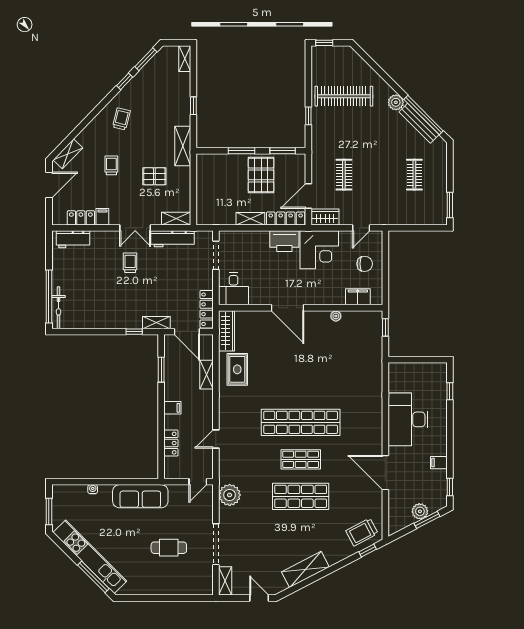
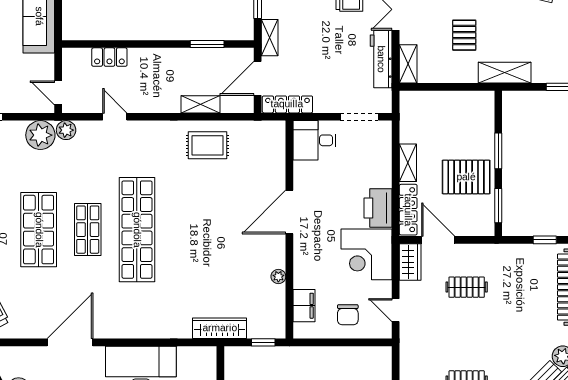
wardrobe: (226, 331) -> (220, 328), moved, turned 180
filing cabinet: (172, 408) -> (156, 59), removed
plant: (226, 476) -> (66, 130), added

